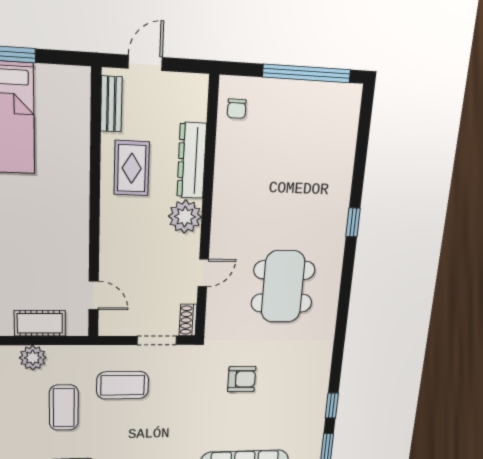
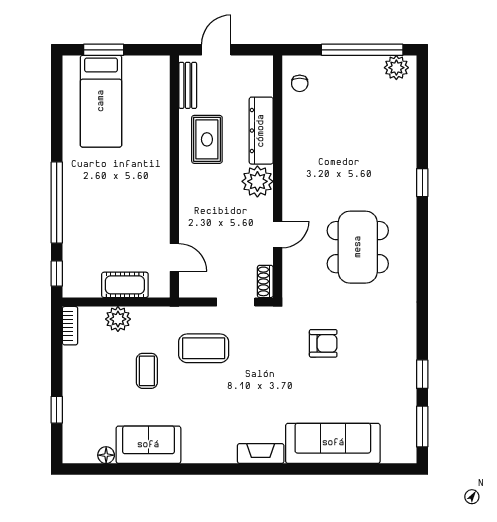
plant: (341, 96) -> (396, 68), added
coffee table: (64, 408) -> (147, 371), width x0.73, depth x0.77

